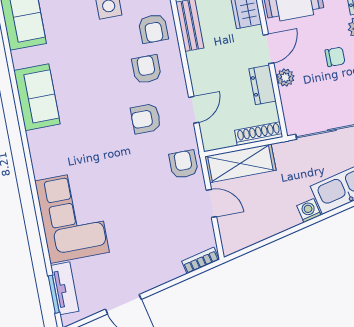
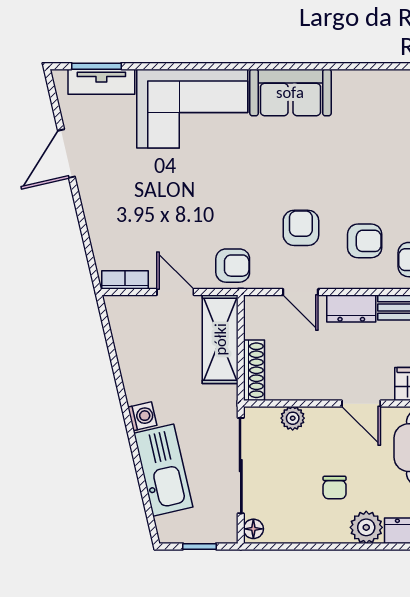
plant: (285, 78) -> (293, 418), moved
dresser: (262, 85) -> (351, 309), moved, turned 180
sofa: (37, 97) -> (290, 92), moved
door: (211, 203) -> (175, 292), swing flipped
bookcase: (200, 260) -> (125, 280), moved, turned -77

